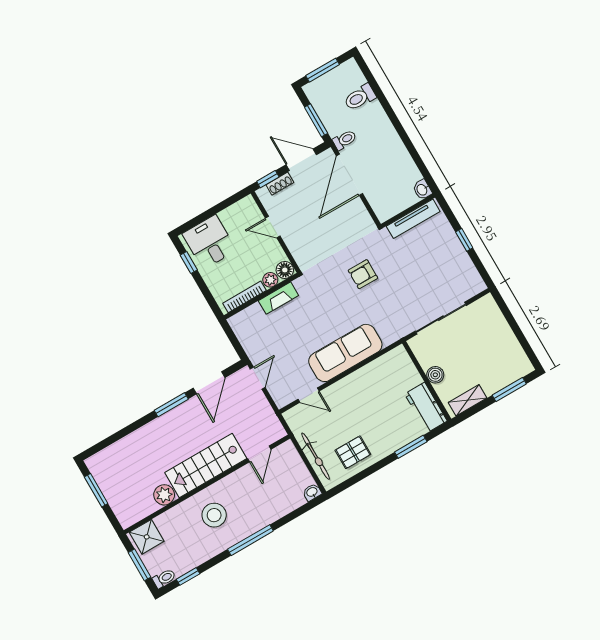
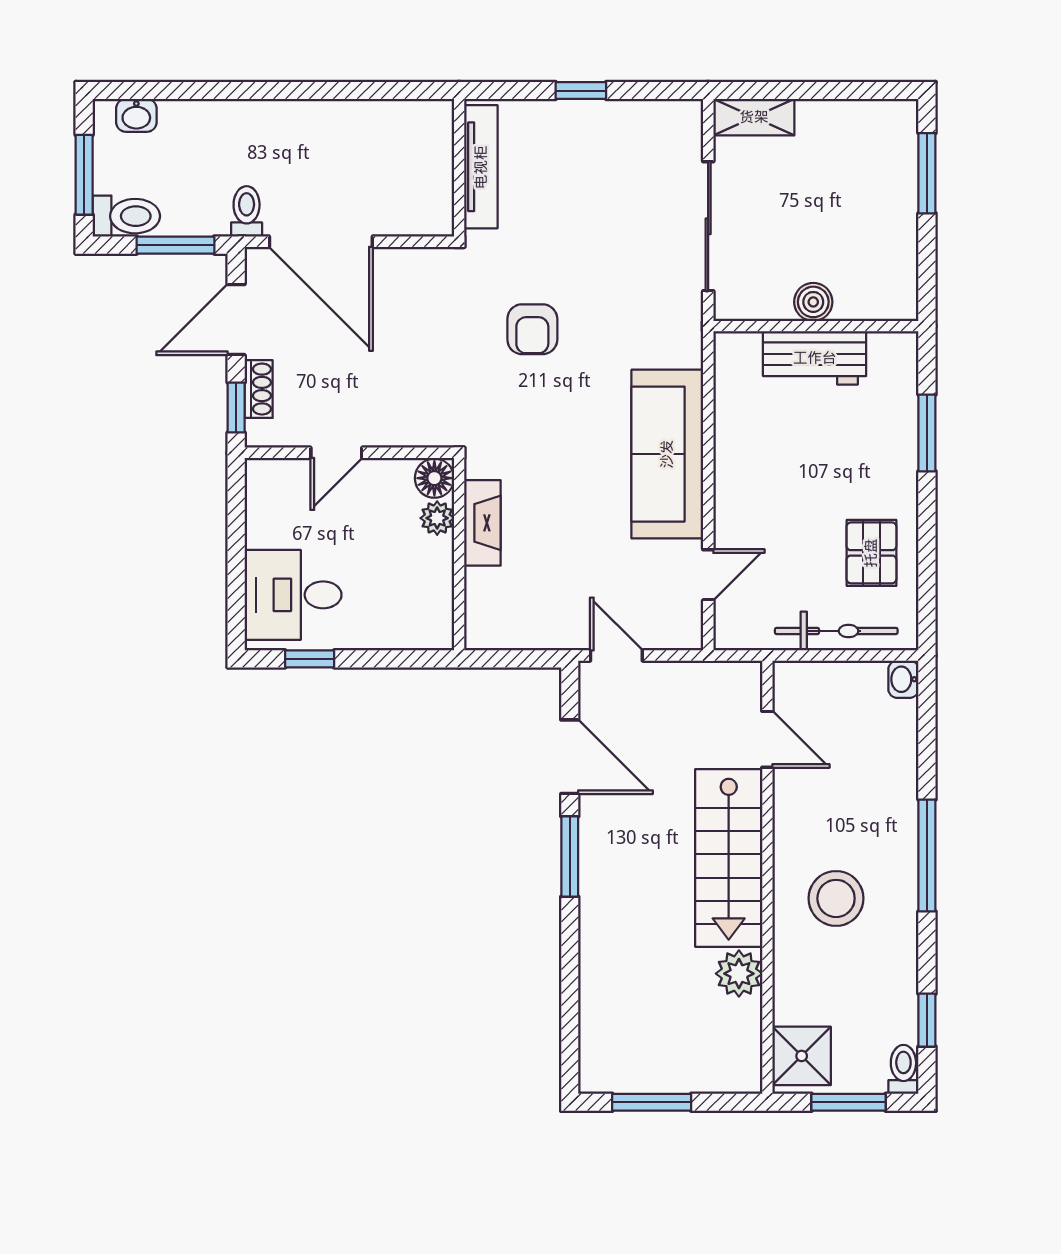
toilet: (360, 97) -> (126, 216), moved, turned -90
washbasin: (422, 190) -> (136, 115), moved
bookcase: (244, 297) -> (441, 588), removed
shelving: (467, 400) -> (754, 117), moved, turned 90
workbench: (426, 407) -> (815, 358), moved

